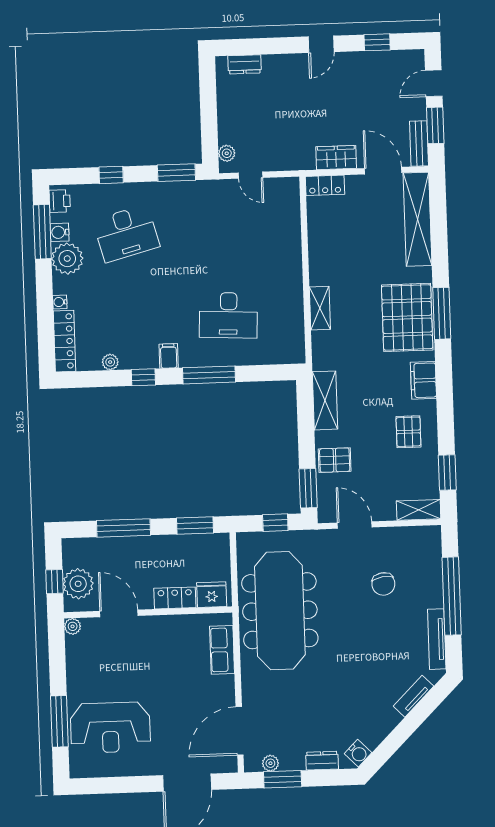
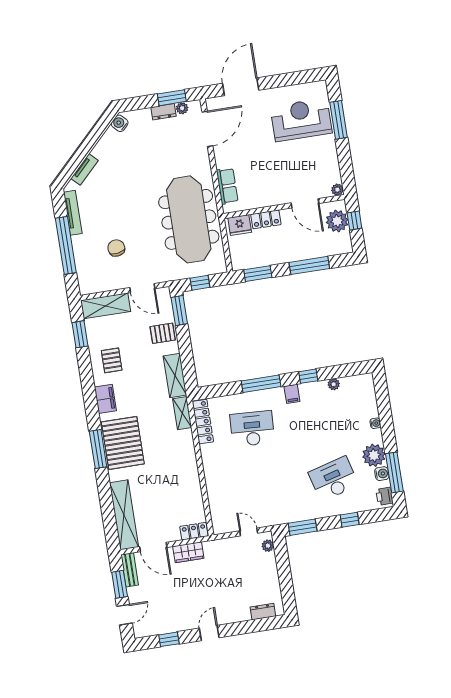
shelving: (320, 308) -> (182, 413), moved
locker: (64, 341) -> (203, 422), moved, turned 180
shelving: (419, 510) -> (106, 306), width x1.50, depth x1.33
dresser: (322, 761) -> (163, 112), moved

